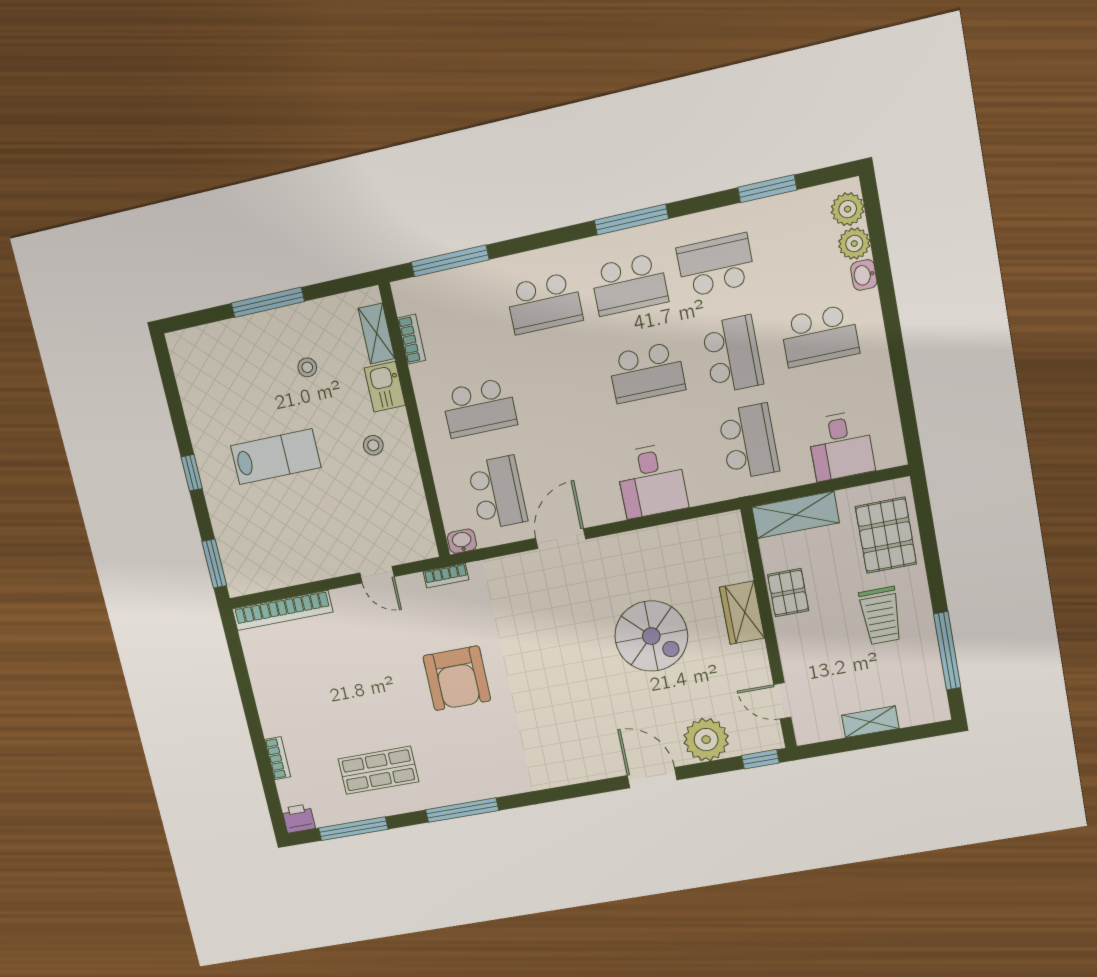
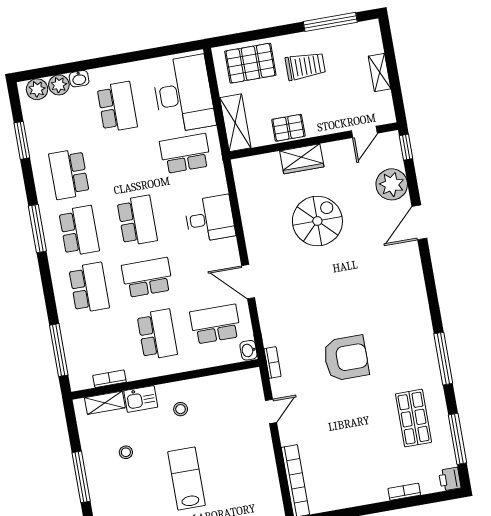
school desk: (732, 354) -> (147, 277), moved
desk: (841, 446) -> (183, 94), width x1.87, depth x1.30

